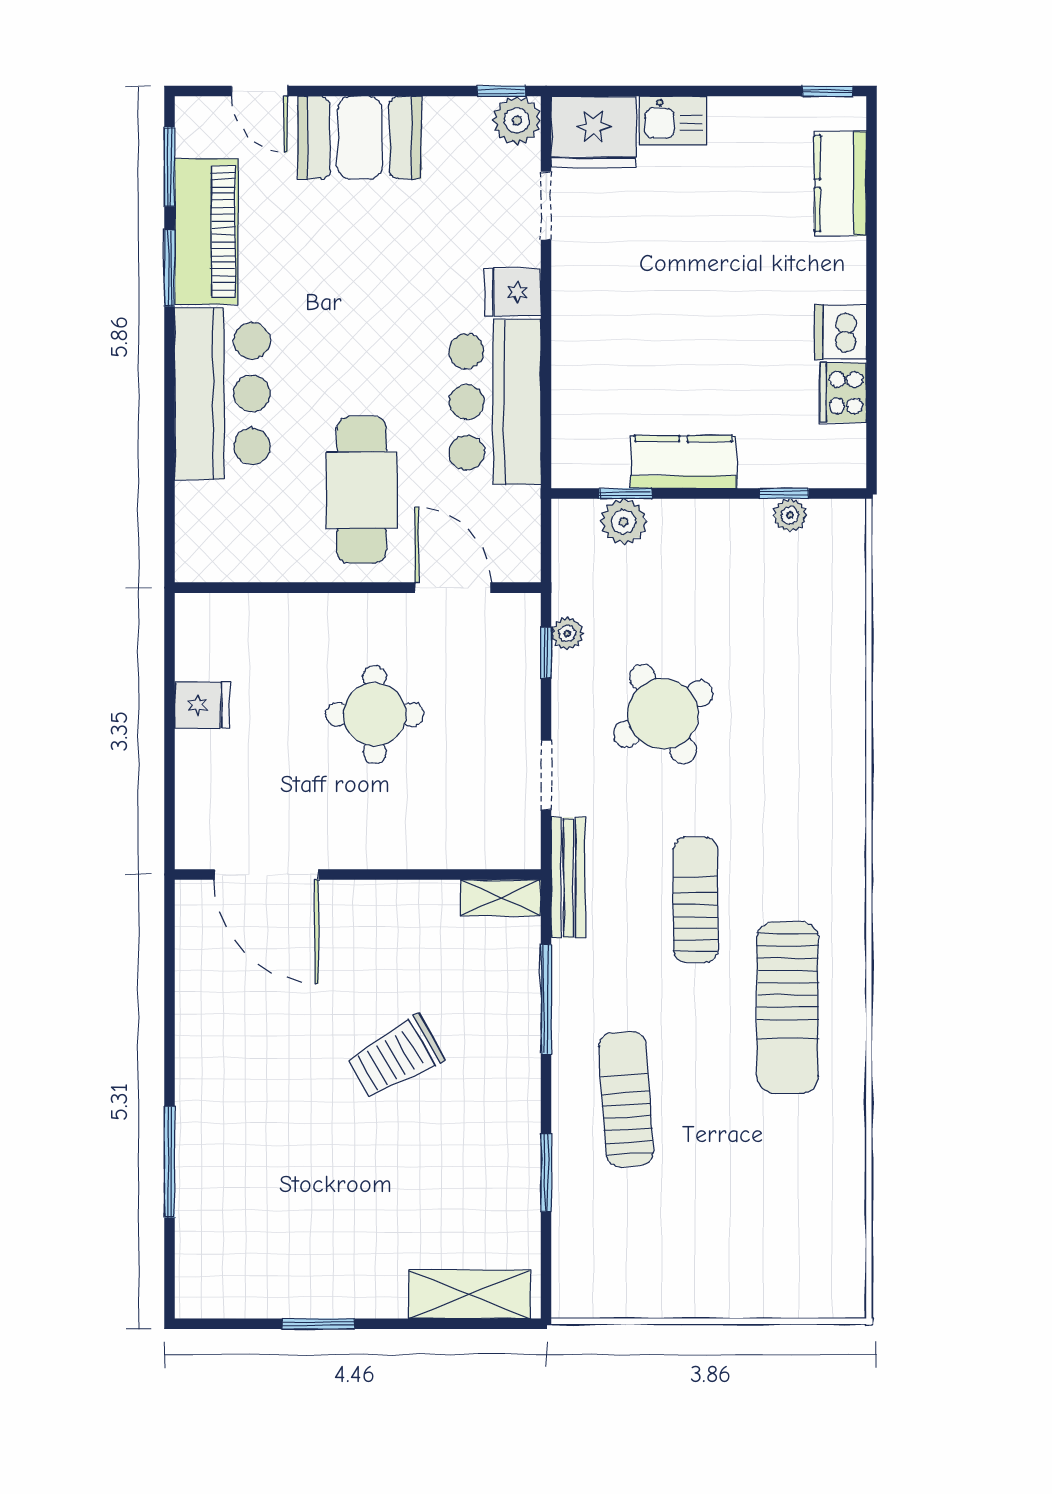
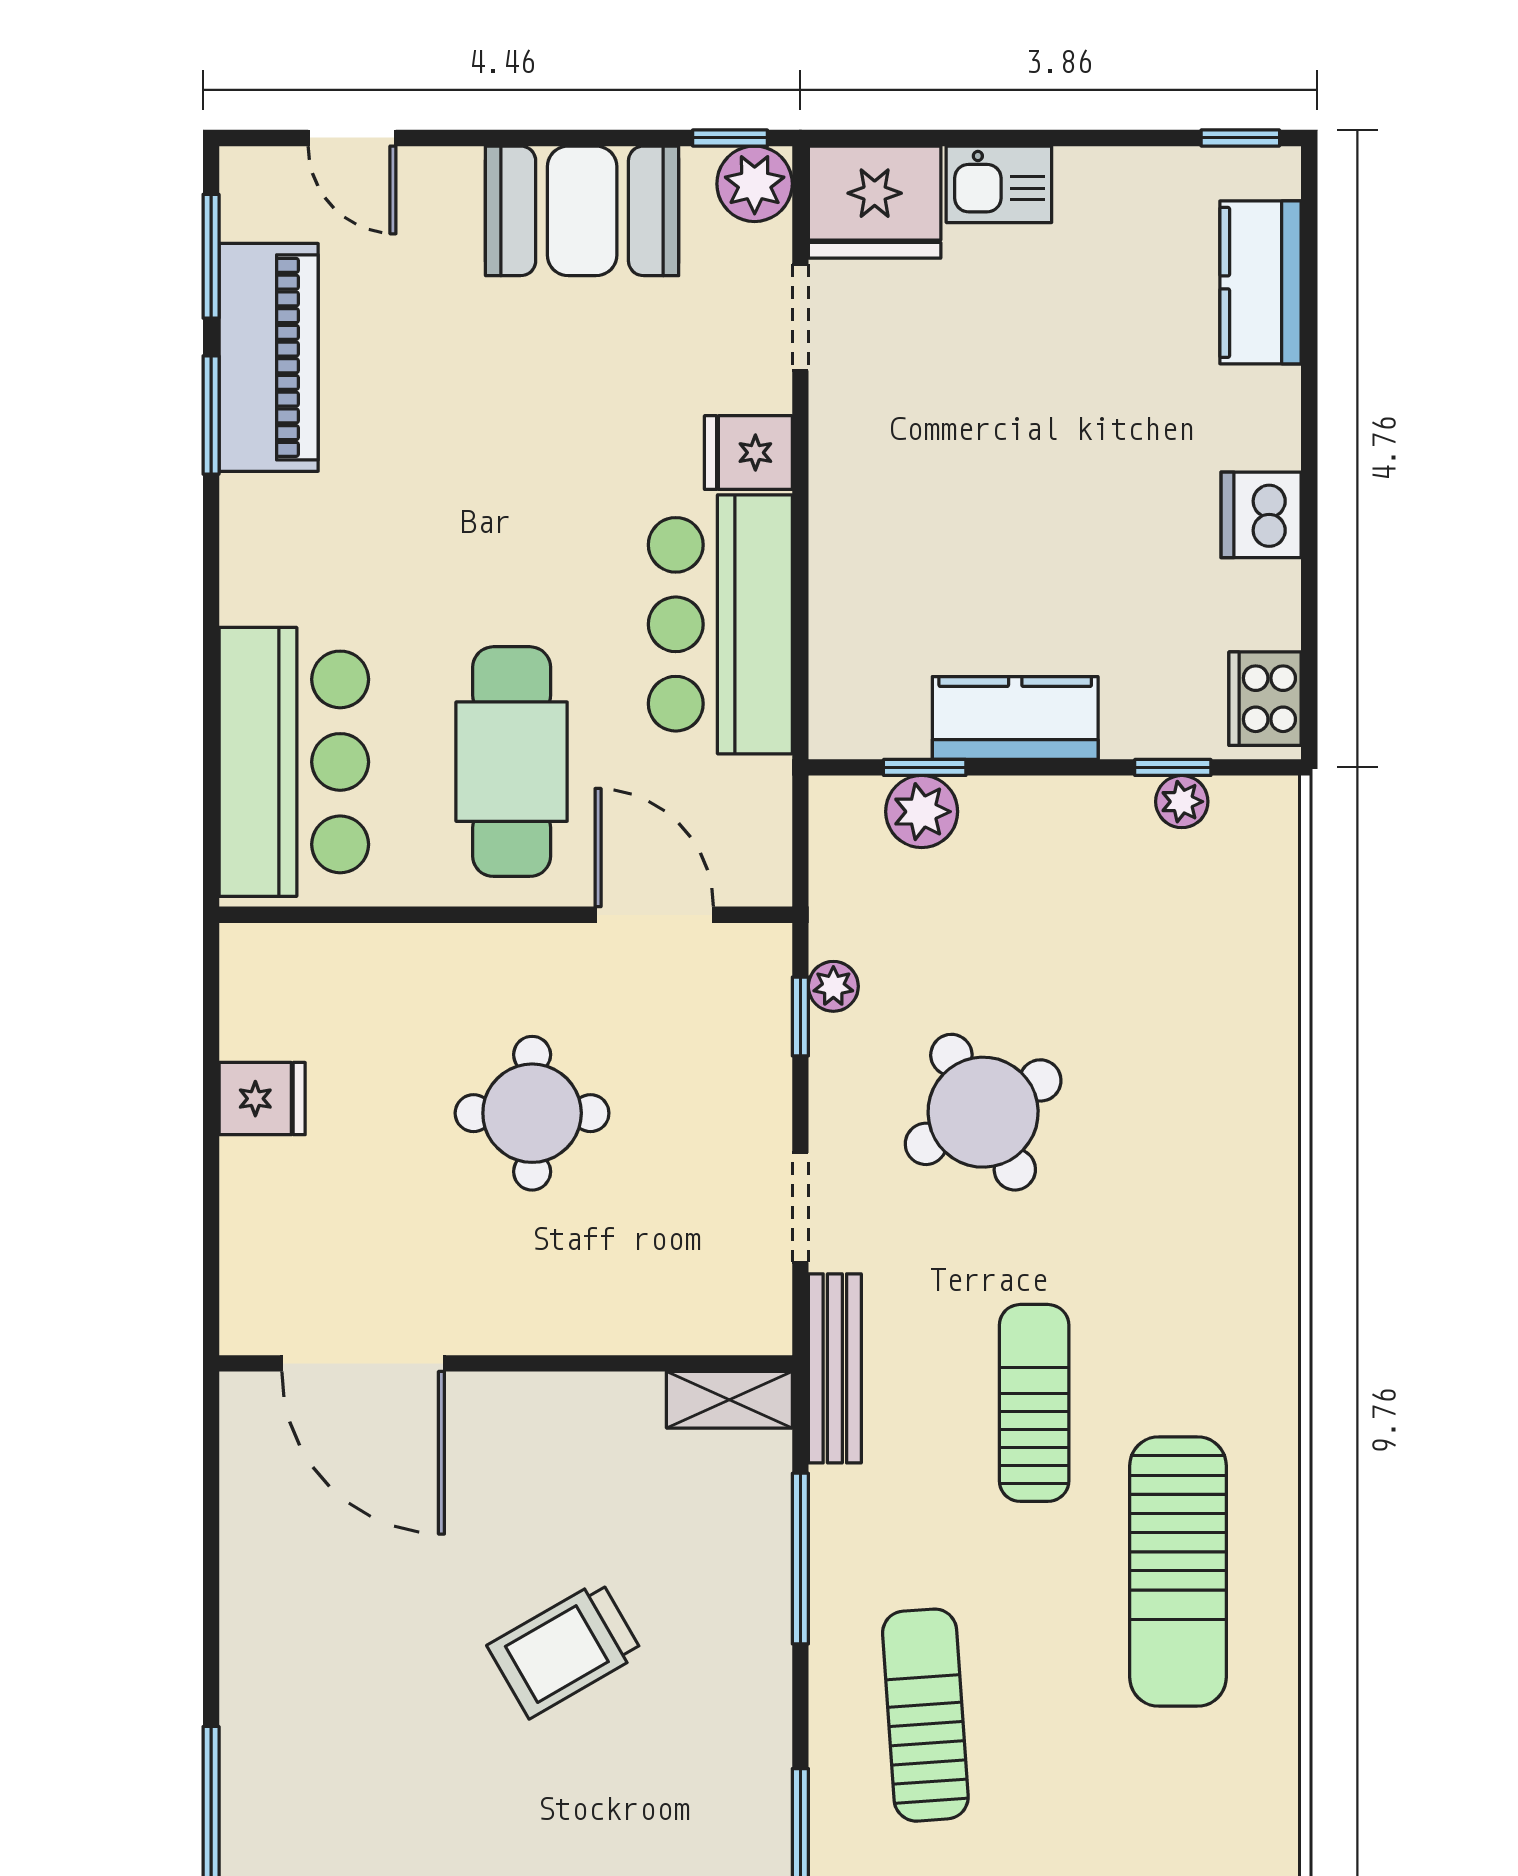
booth: (360, 138) -> (582, 211), moved
cooker: (843, 393) -> (1265, 699), moved
bar counter: (222, 394) -> (294, 762), moved

